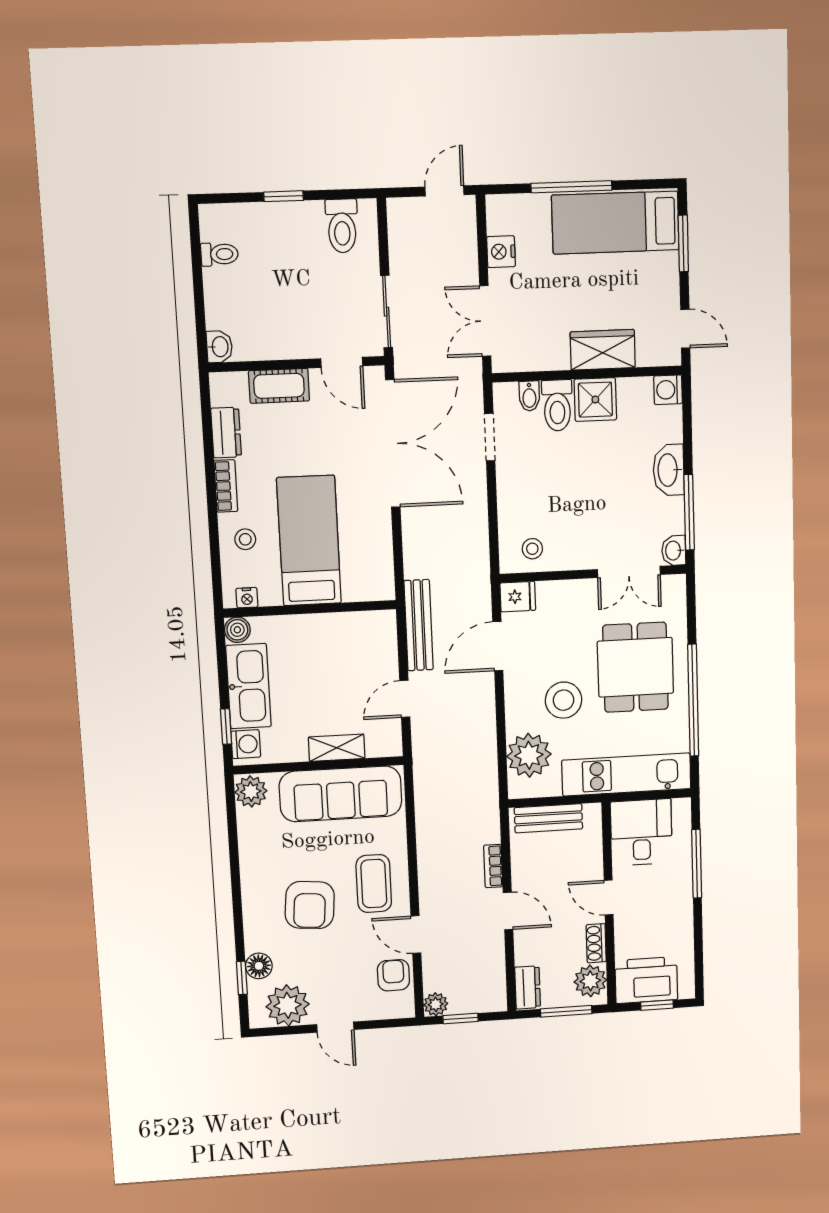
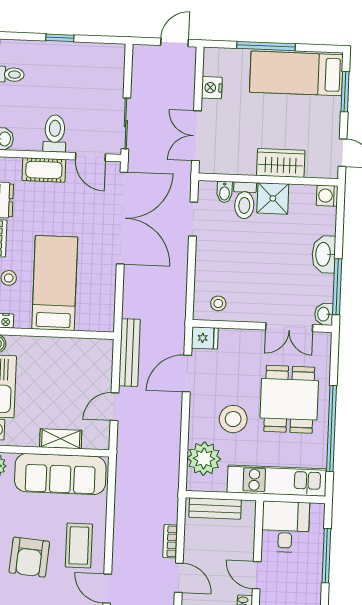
toilet: (342, 226) -> (55, 133), moved, turned 180

